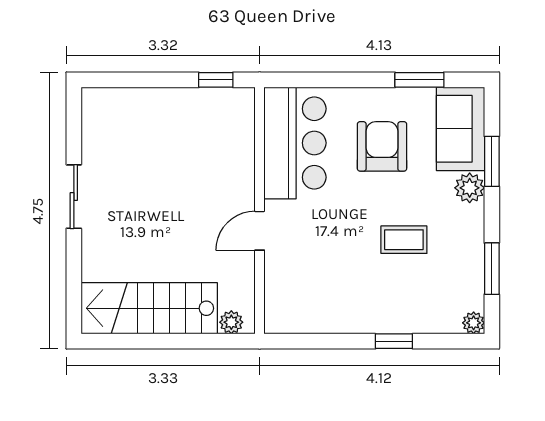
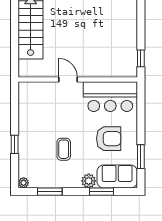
plant: (231, 322) -> (24, 66), removed

